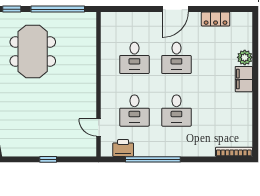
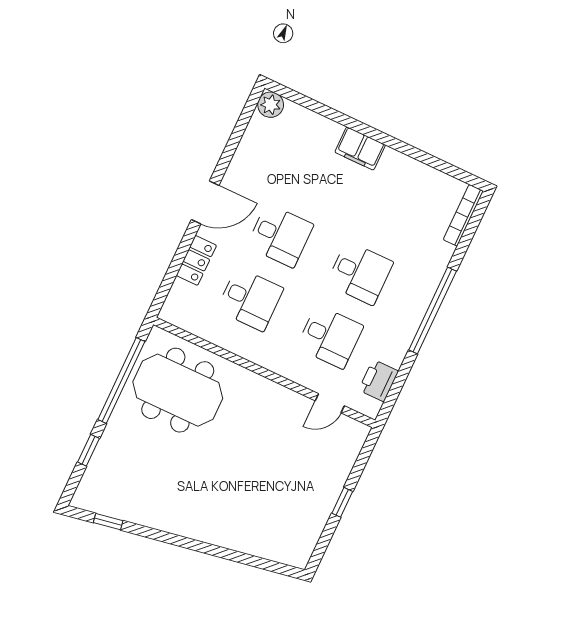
door: (175, 9) -> (205, 202), hinge flipped
locker: (216, 19) -> (196, 260), moved
meeting table: (33, 52) -> (178, 390), moved
plant: (245, 57) -> (271, 105), moved
window: (153, 159) -> (433, 310), moved

